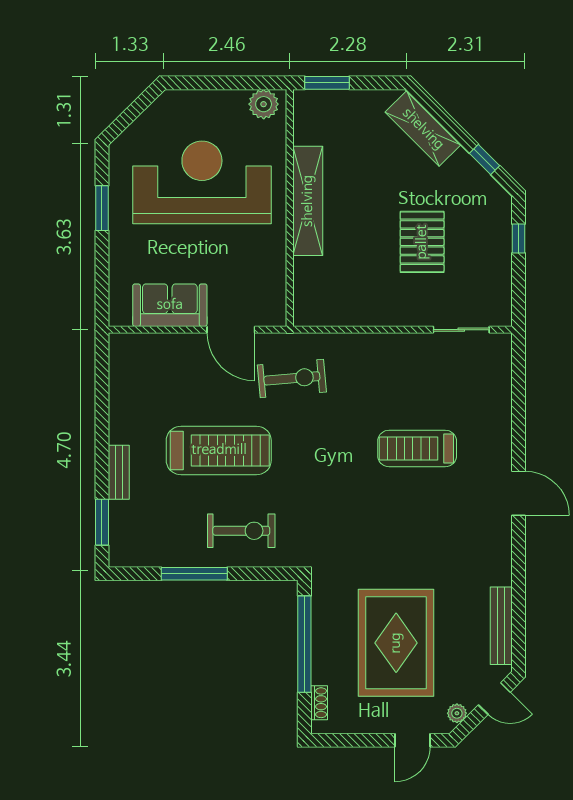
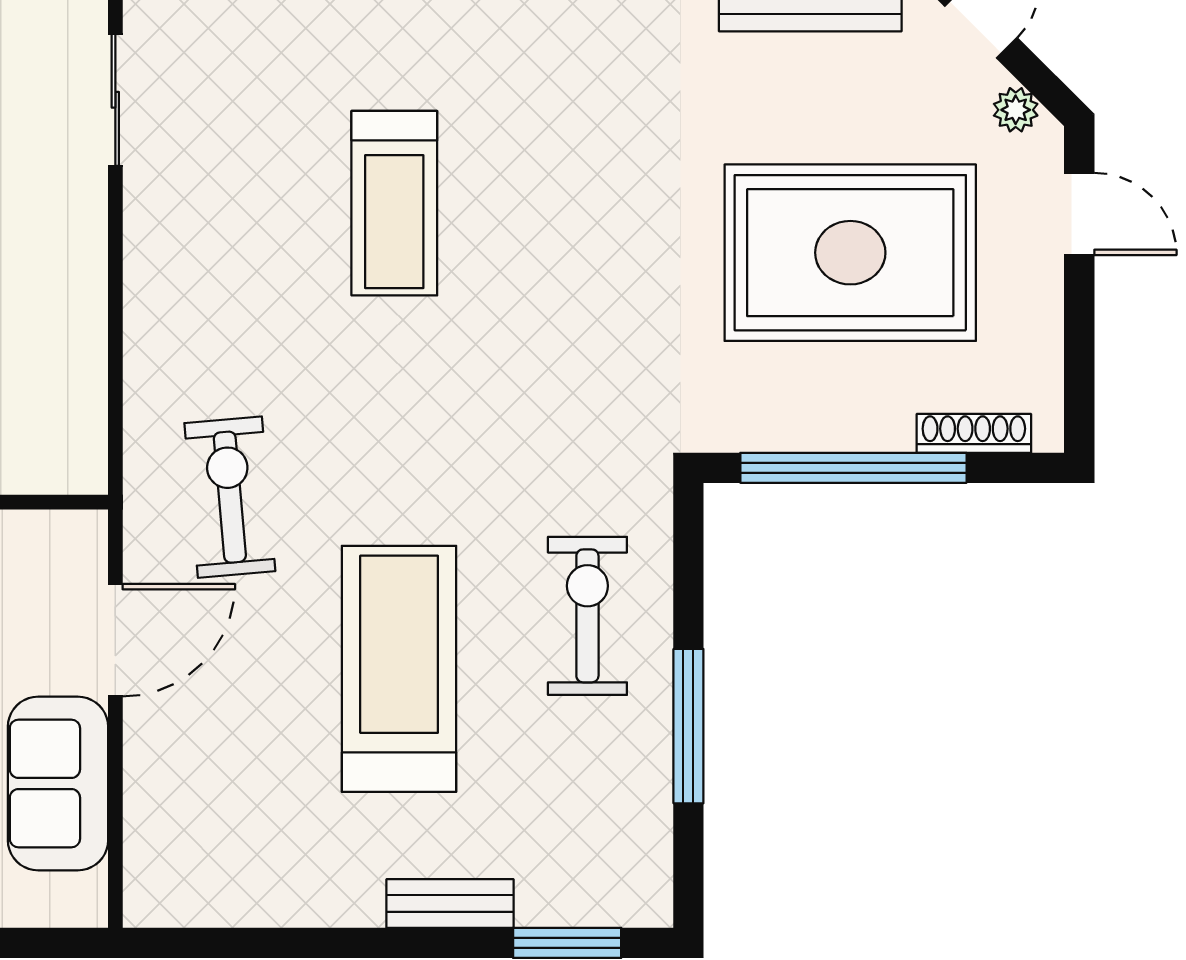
shoe rack: (319, 703) -> (974, 433), width x1.43

